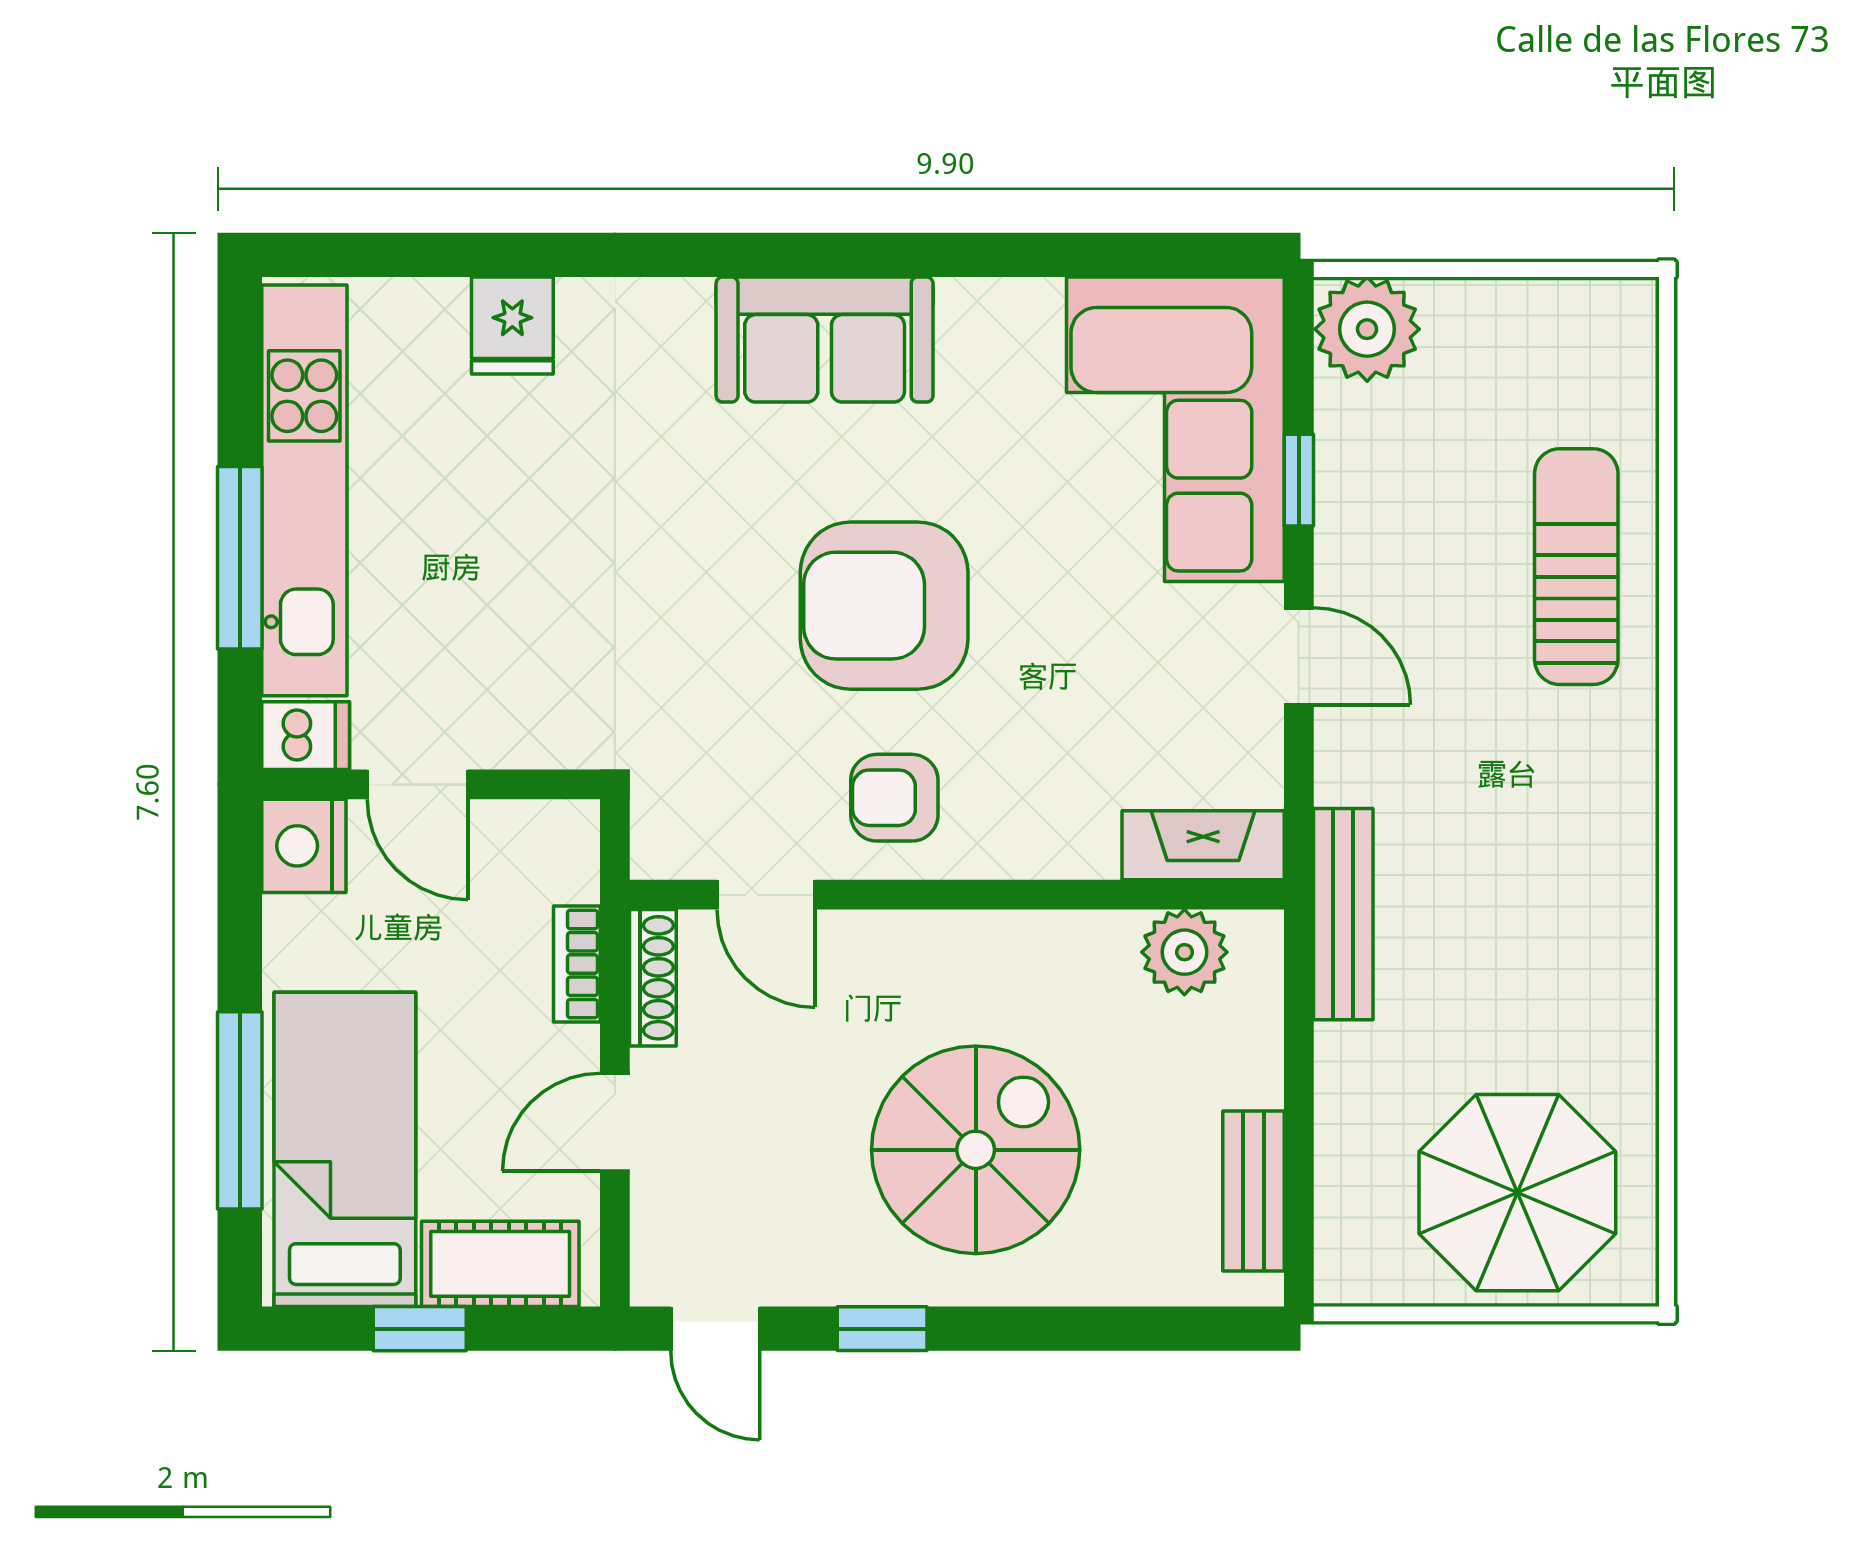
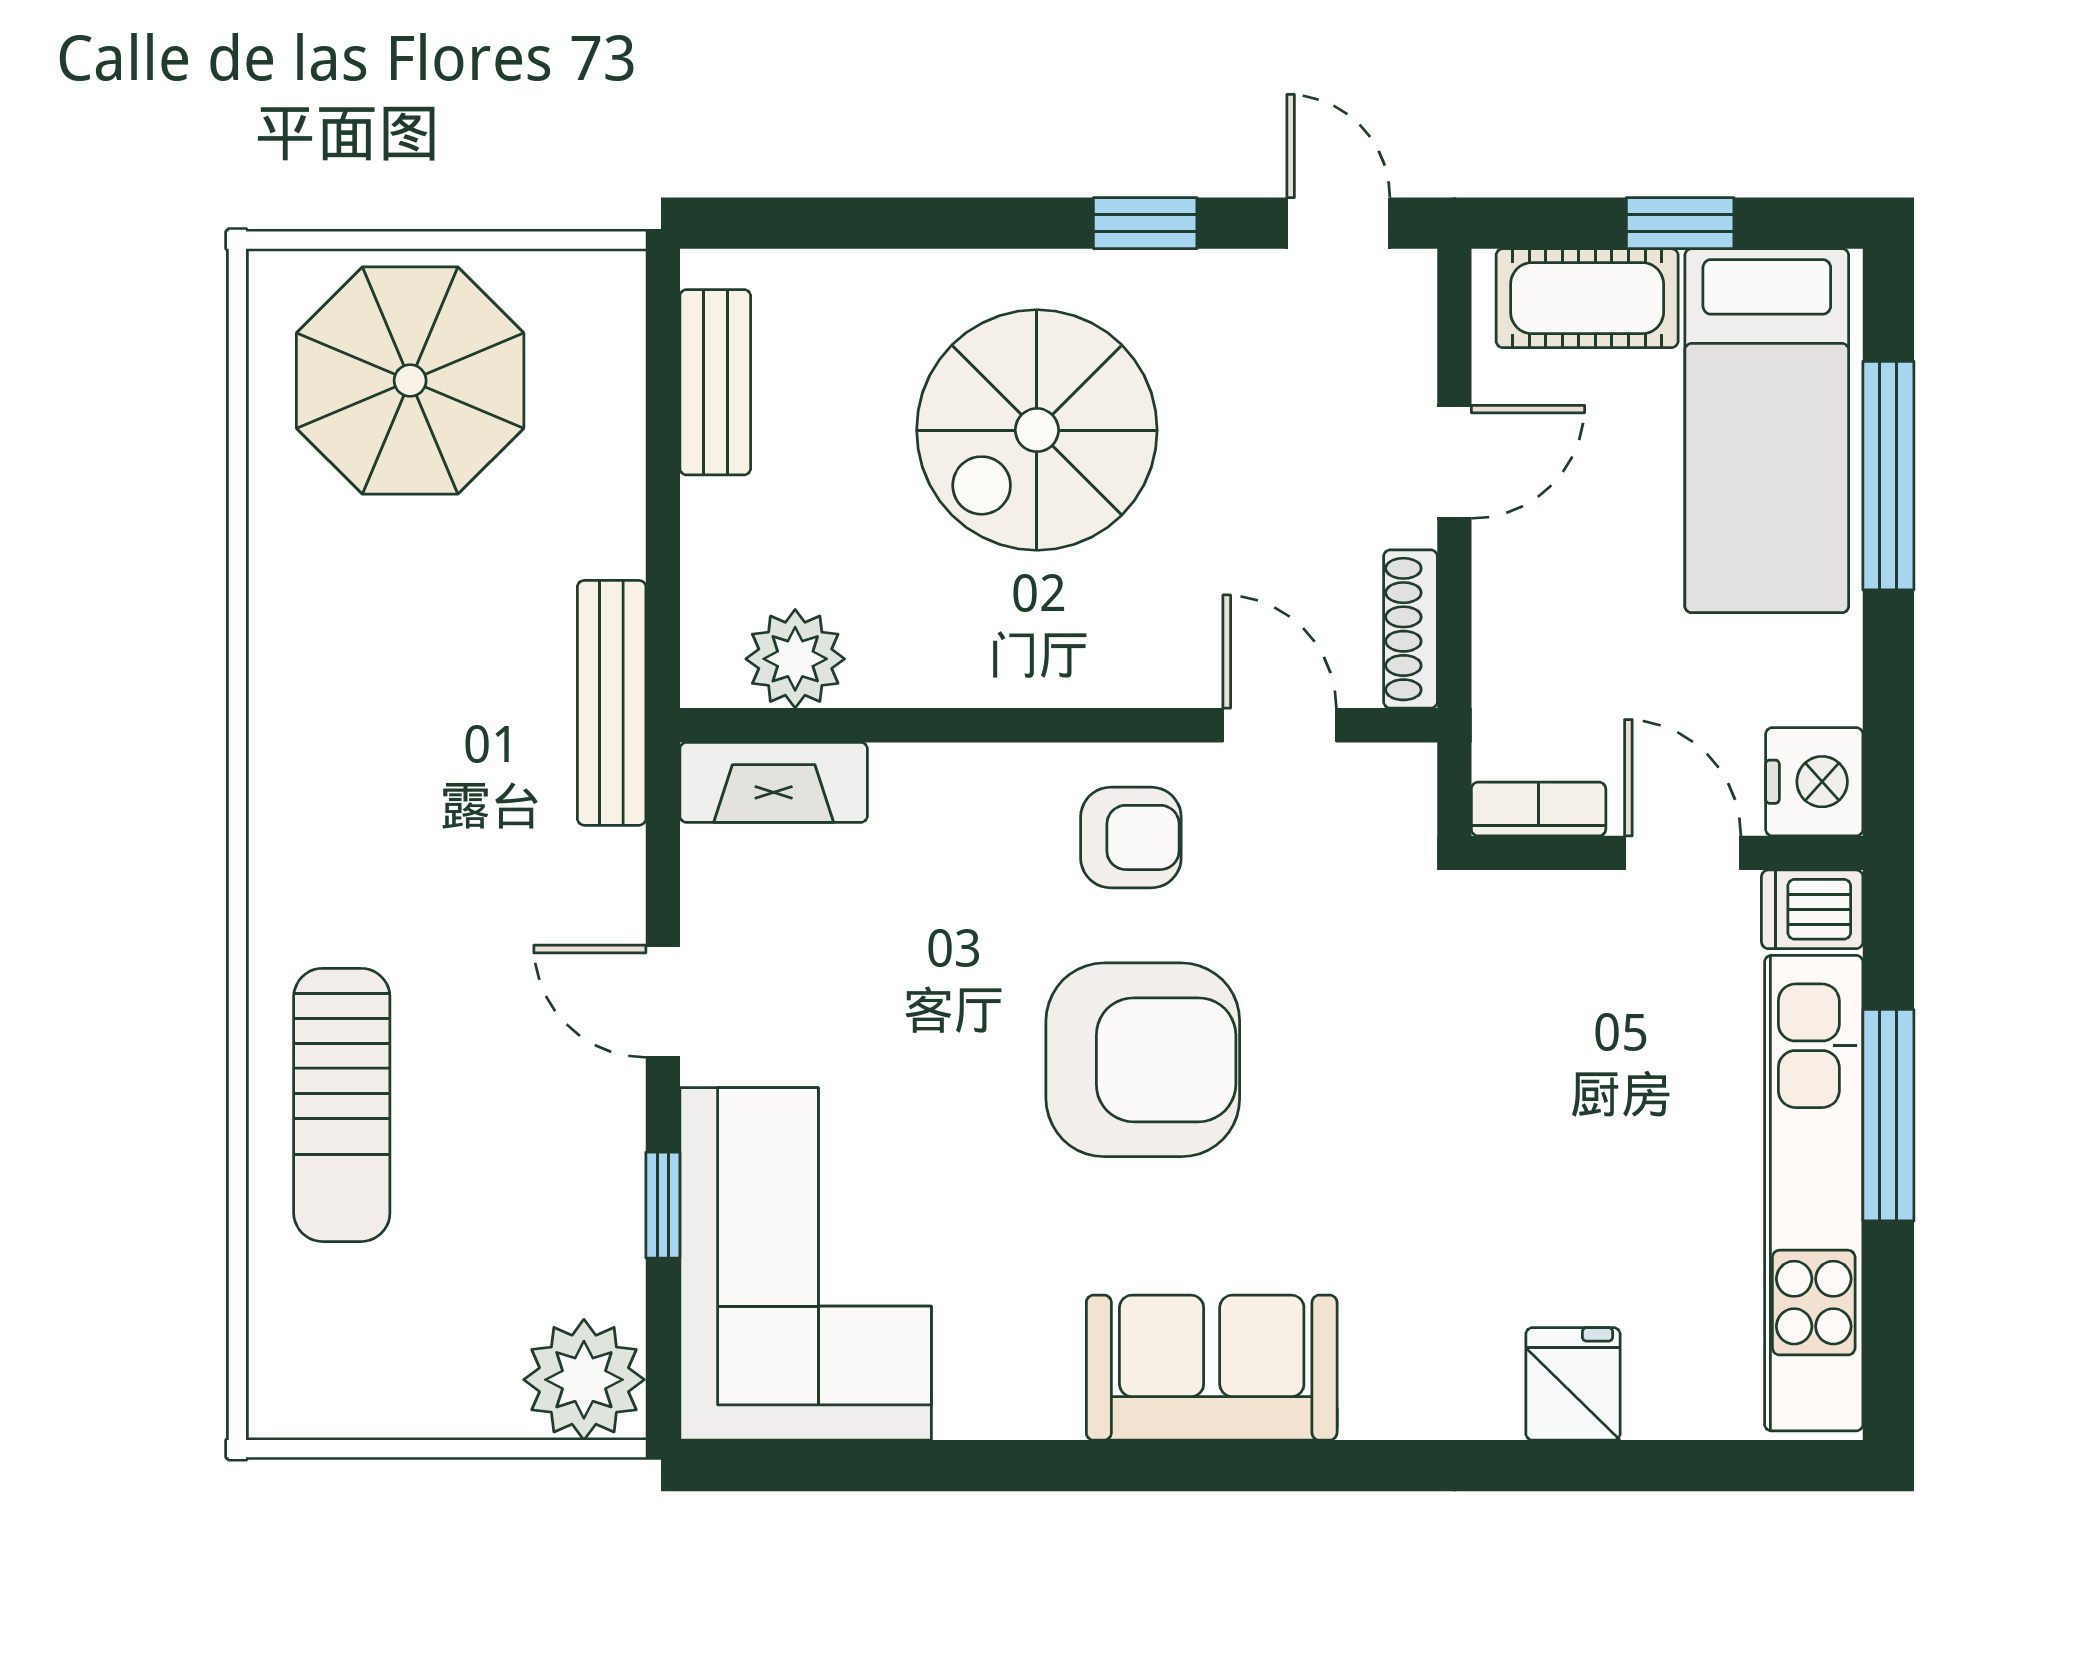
bookcase: (577, 964) -> (1539, 809), moved, turned -90

